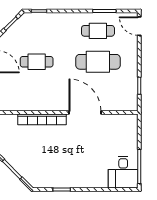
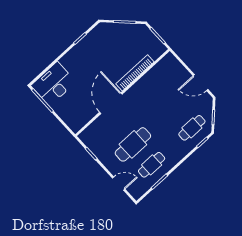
door: (139, 26) -> (119, 184), moved
cafe table: (37, 62) -> (192, 128), moved
door: (85, 113) -> (111, 103), swing flipped
desk: (123, 172) -> (54, 84), width x1.37

